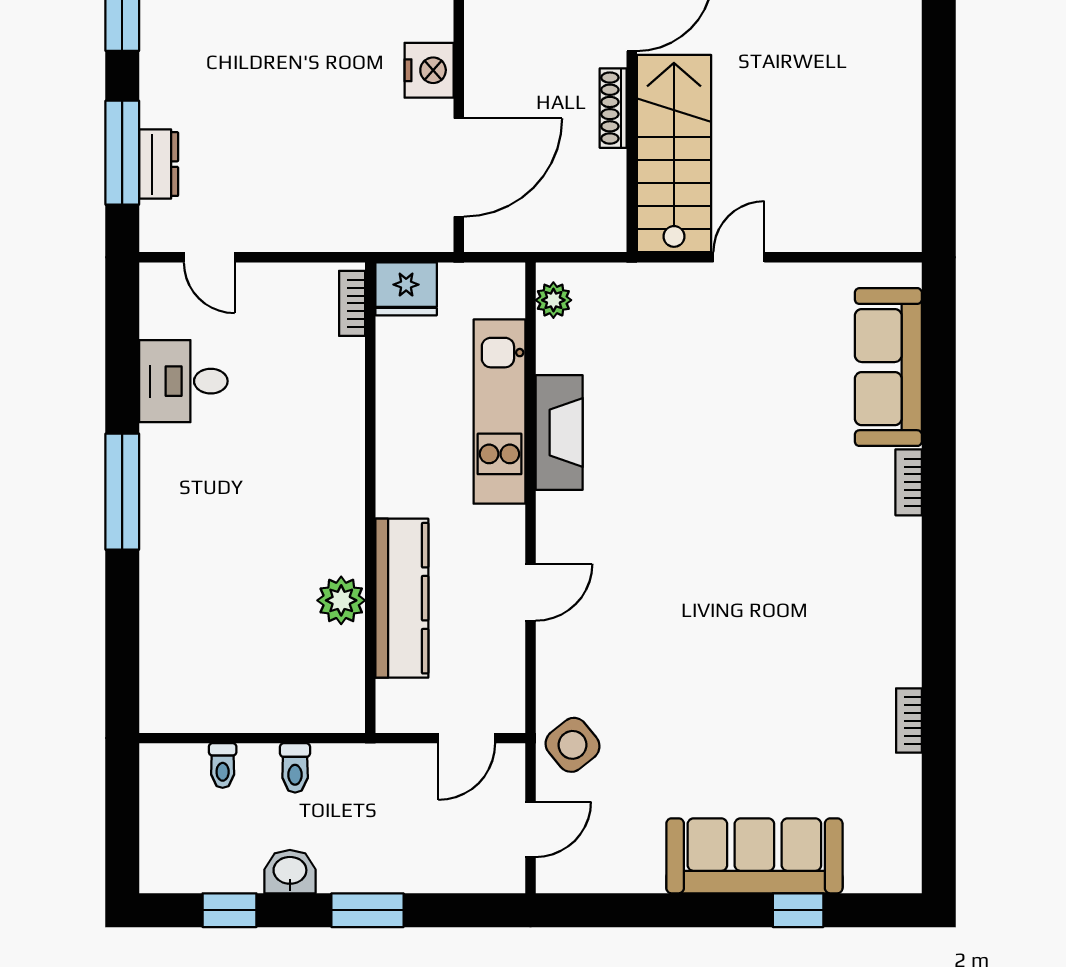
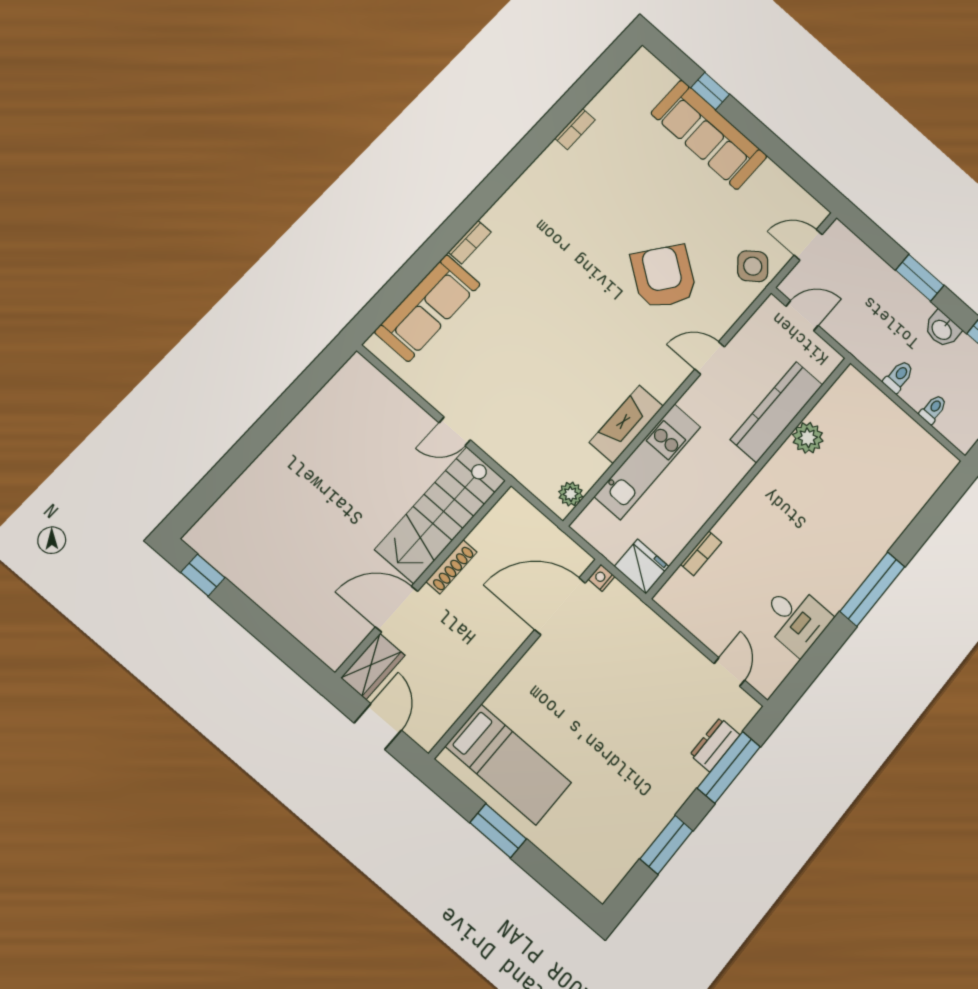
nightstand: (429, 70) -> (601, 578), moved, width x0.53, depth x0.56
bookcase: (352, 303) -> (701, 553), moved
armchair: (662, 640) -> (664, 277), added

